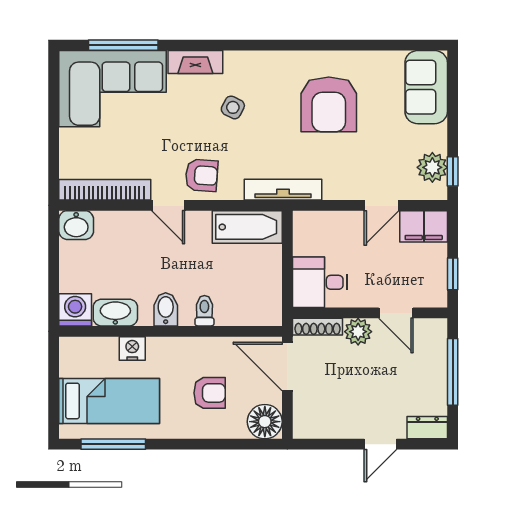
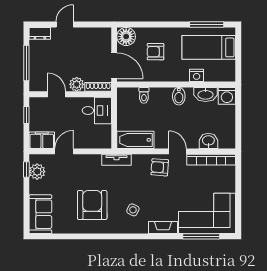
side table: (233, 107) -> (133, 210), moved
tv unit: (283, 190) -> (116, 160), width x0.71
washbasin: (76, 225) -> (208, 141), moved
toilet: (204, 311) -> (144, 95), moved

